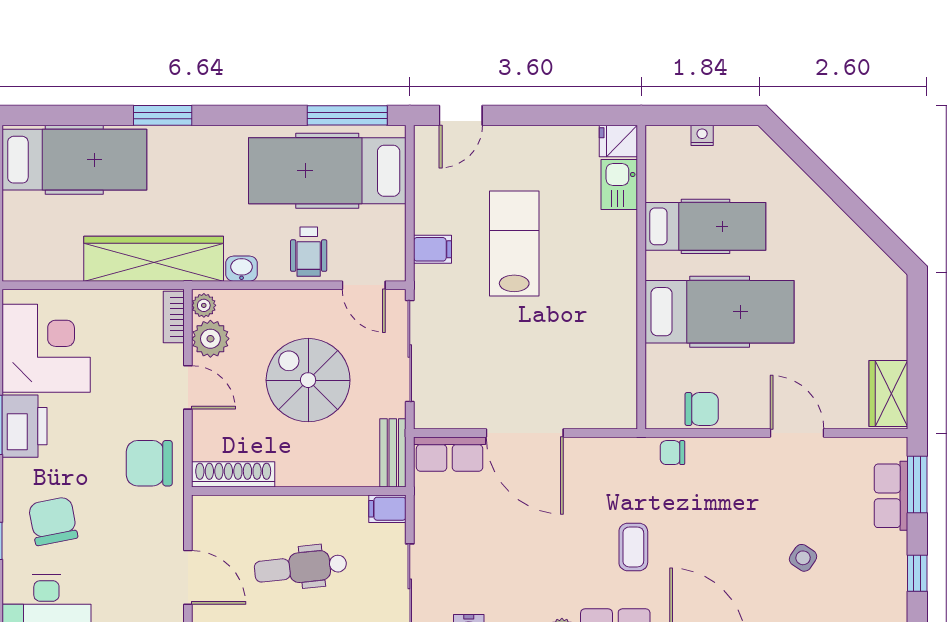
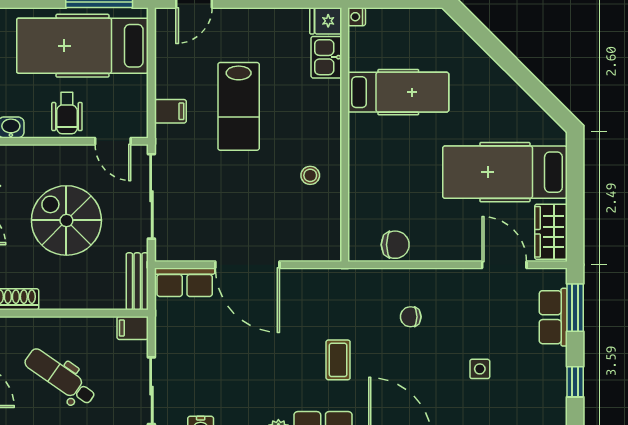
nightstand: (702, 135) -> (357, 17), moved, turned -90
lab bench: (514, 243) -> (239, 106), turned 180
hospital bed: (720, 312) -> (505, 172), moved, turned 180
stool: (600, 326) -> (310, 175), added
door: (797, 433) -> (504, 265), moved
chair: (673, 453) -> (411, 317), moved
side table: (803, 558) -> (480, 369), turned -34
dental chair: (301, 568) -> (60, 377), turned 41

